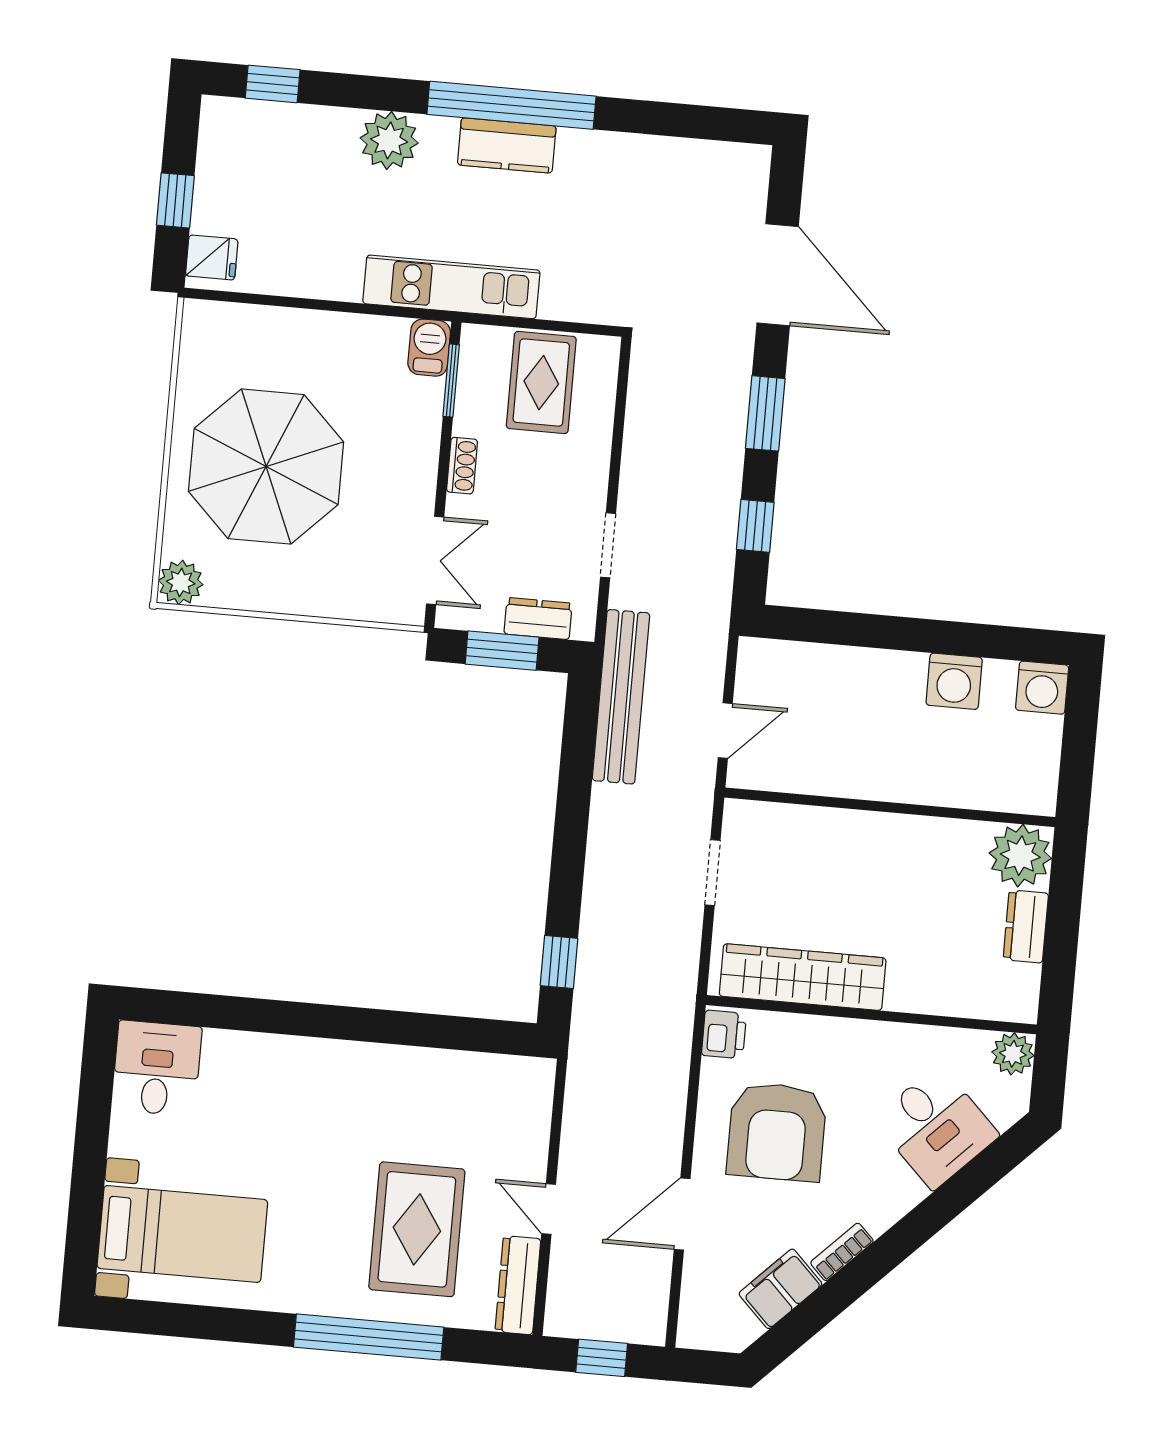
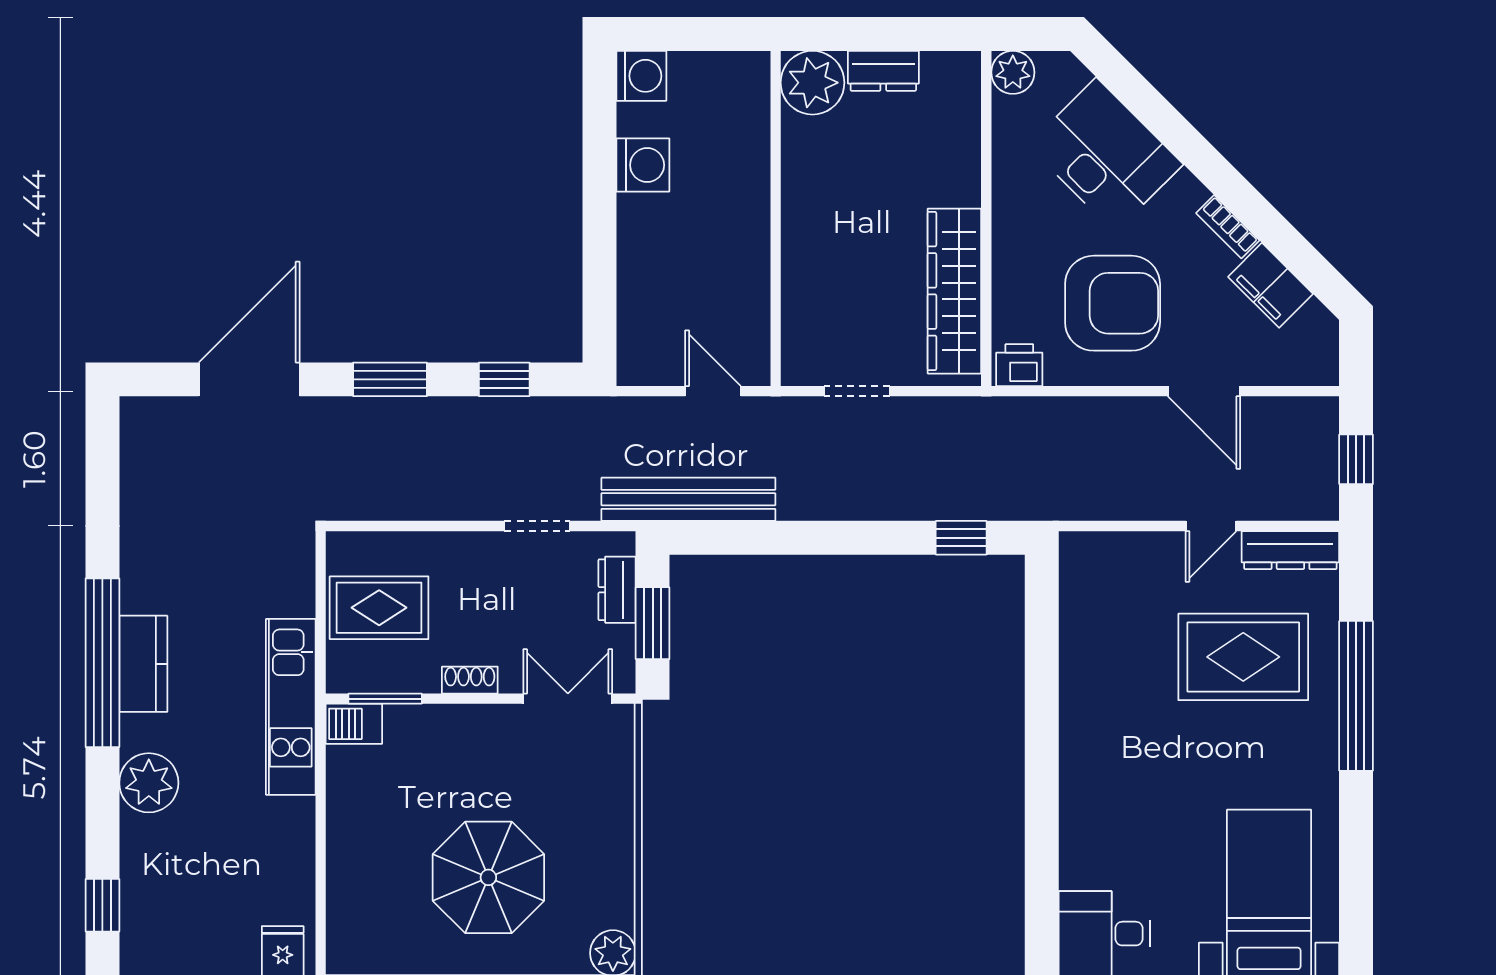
parasol: (266, 467) -> (488, 877), width x0.73, depth x0.73
desk: (936, 1127) -> (1105, 155), width x1.37

